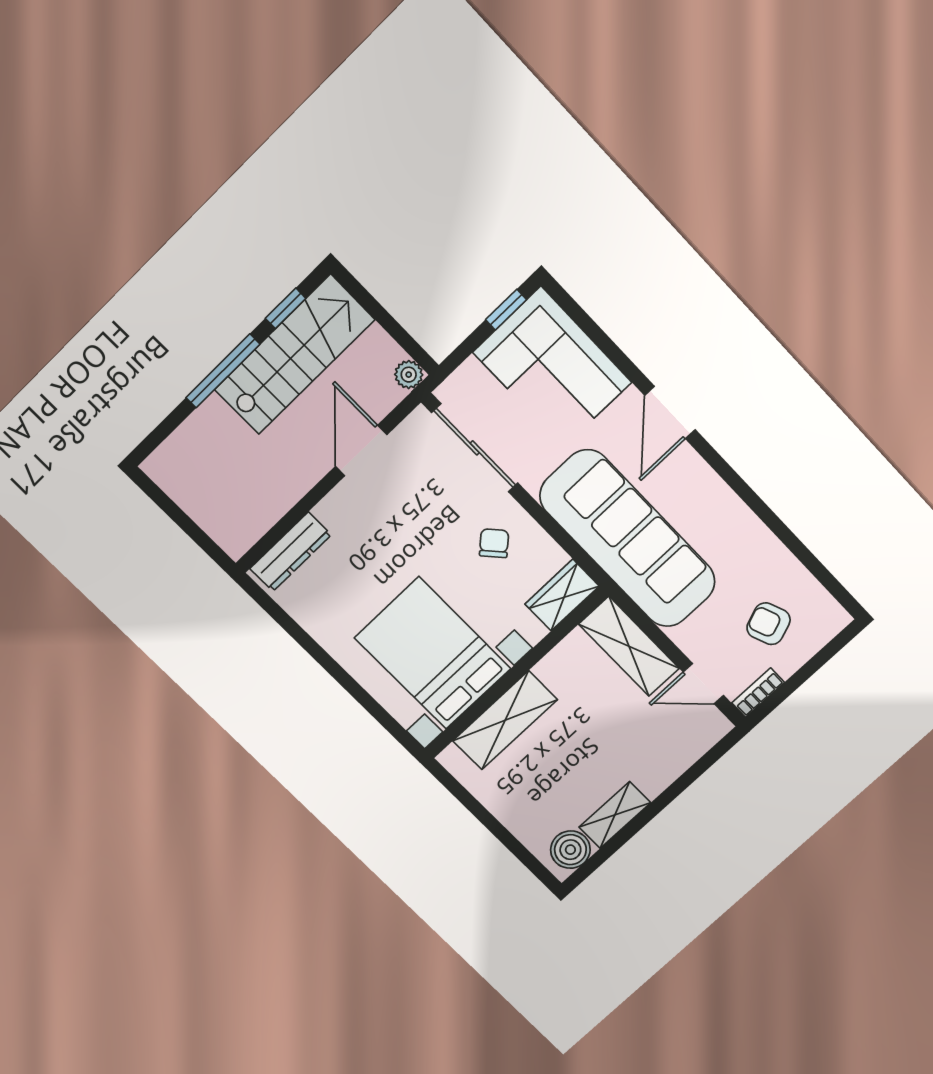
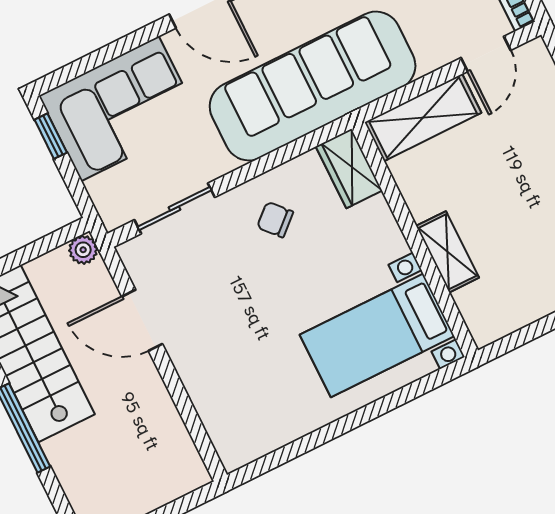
sliding door: (475, 448) -> (175, 208), width x0.73
dresser: (291, 552) -> (220, 423), removed
bed with nightstands: (433, 653) -> (377, 335), width x0.73
shelving: (505, 720) -> (447, 252), width x0.67, depth x0.75

